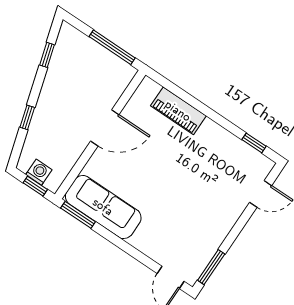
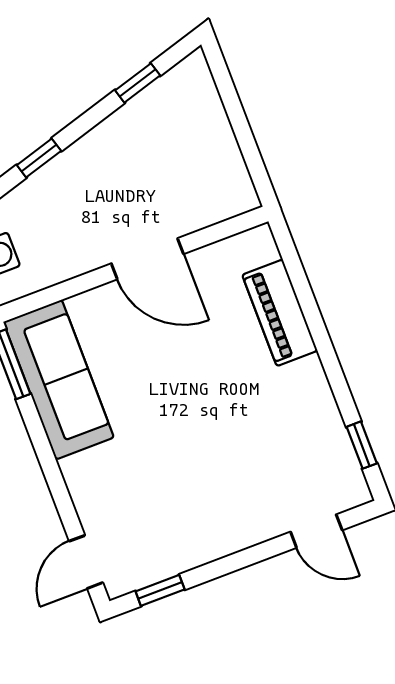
window: (112, 47) -> (247, 142), removed
window: (211, 267) -> (160, 590), width x0.67

